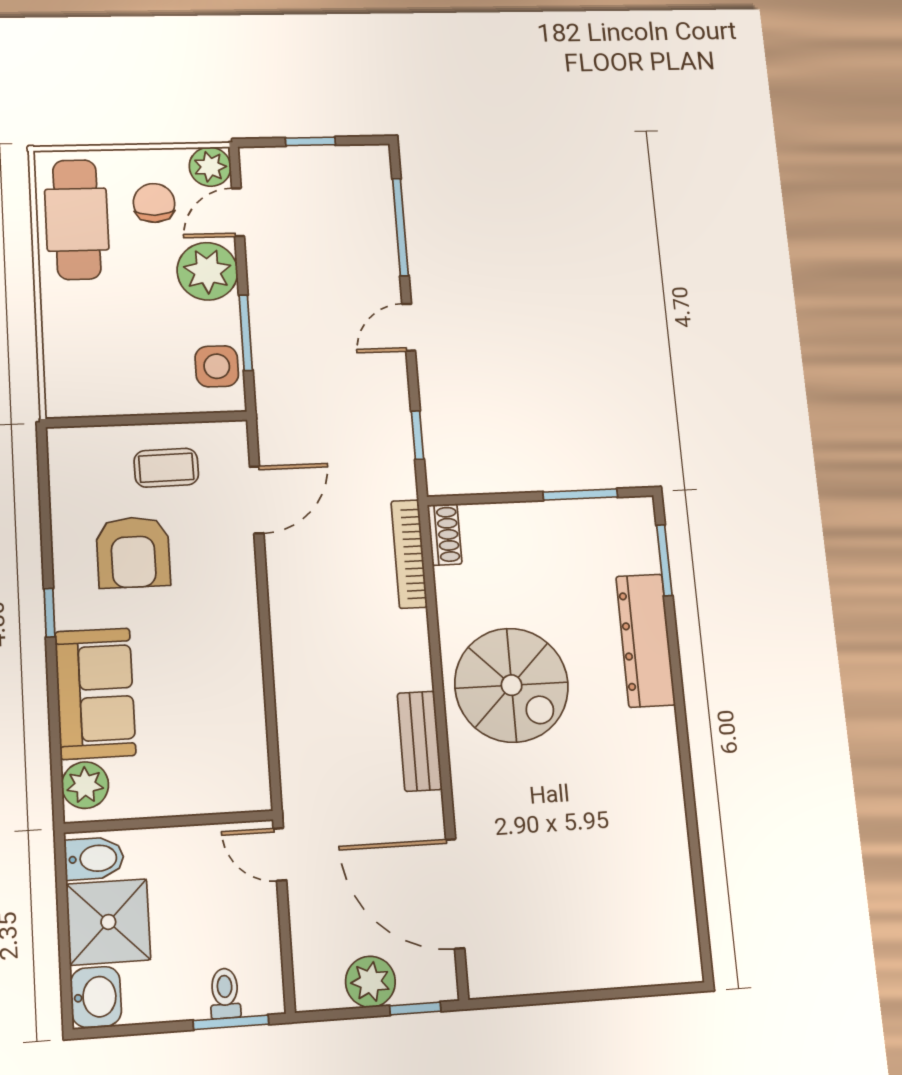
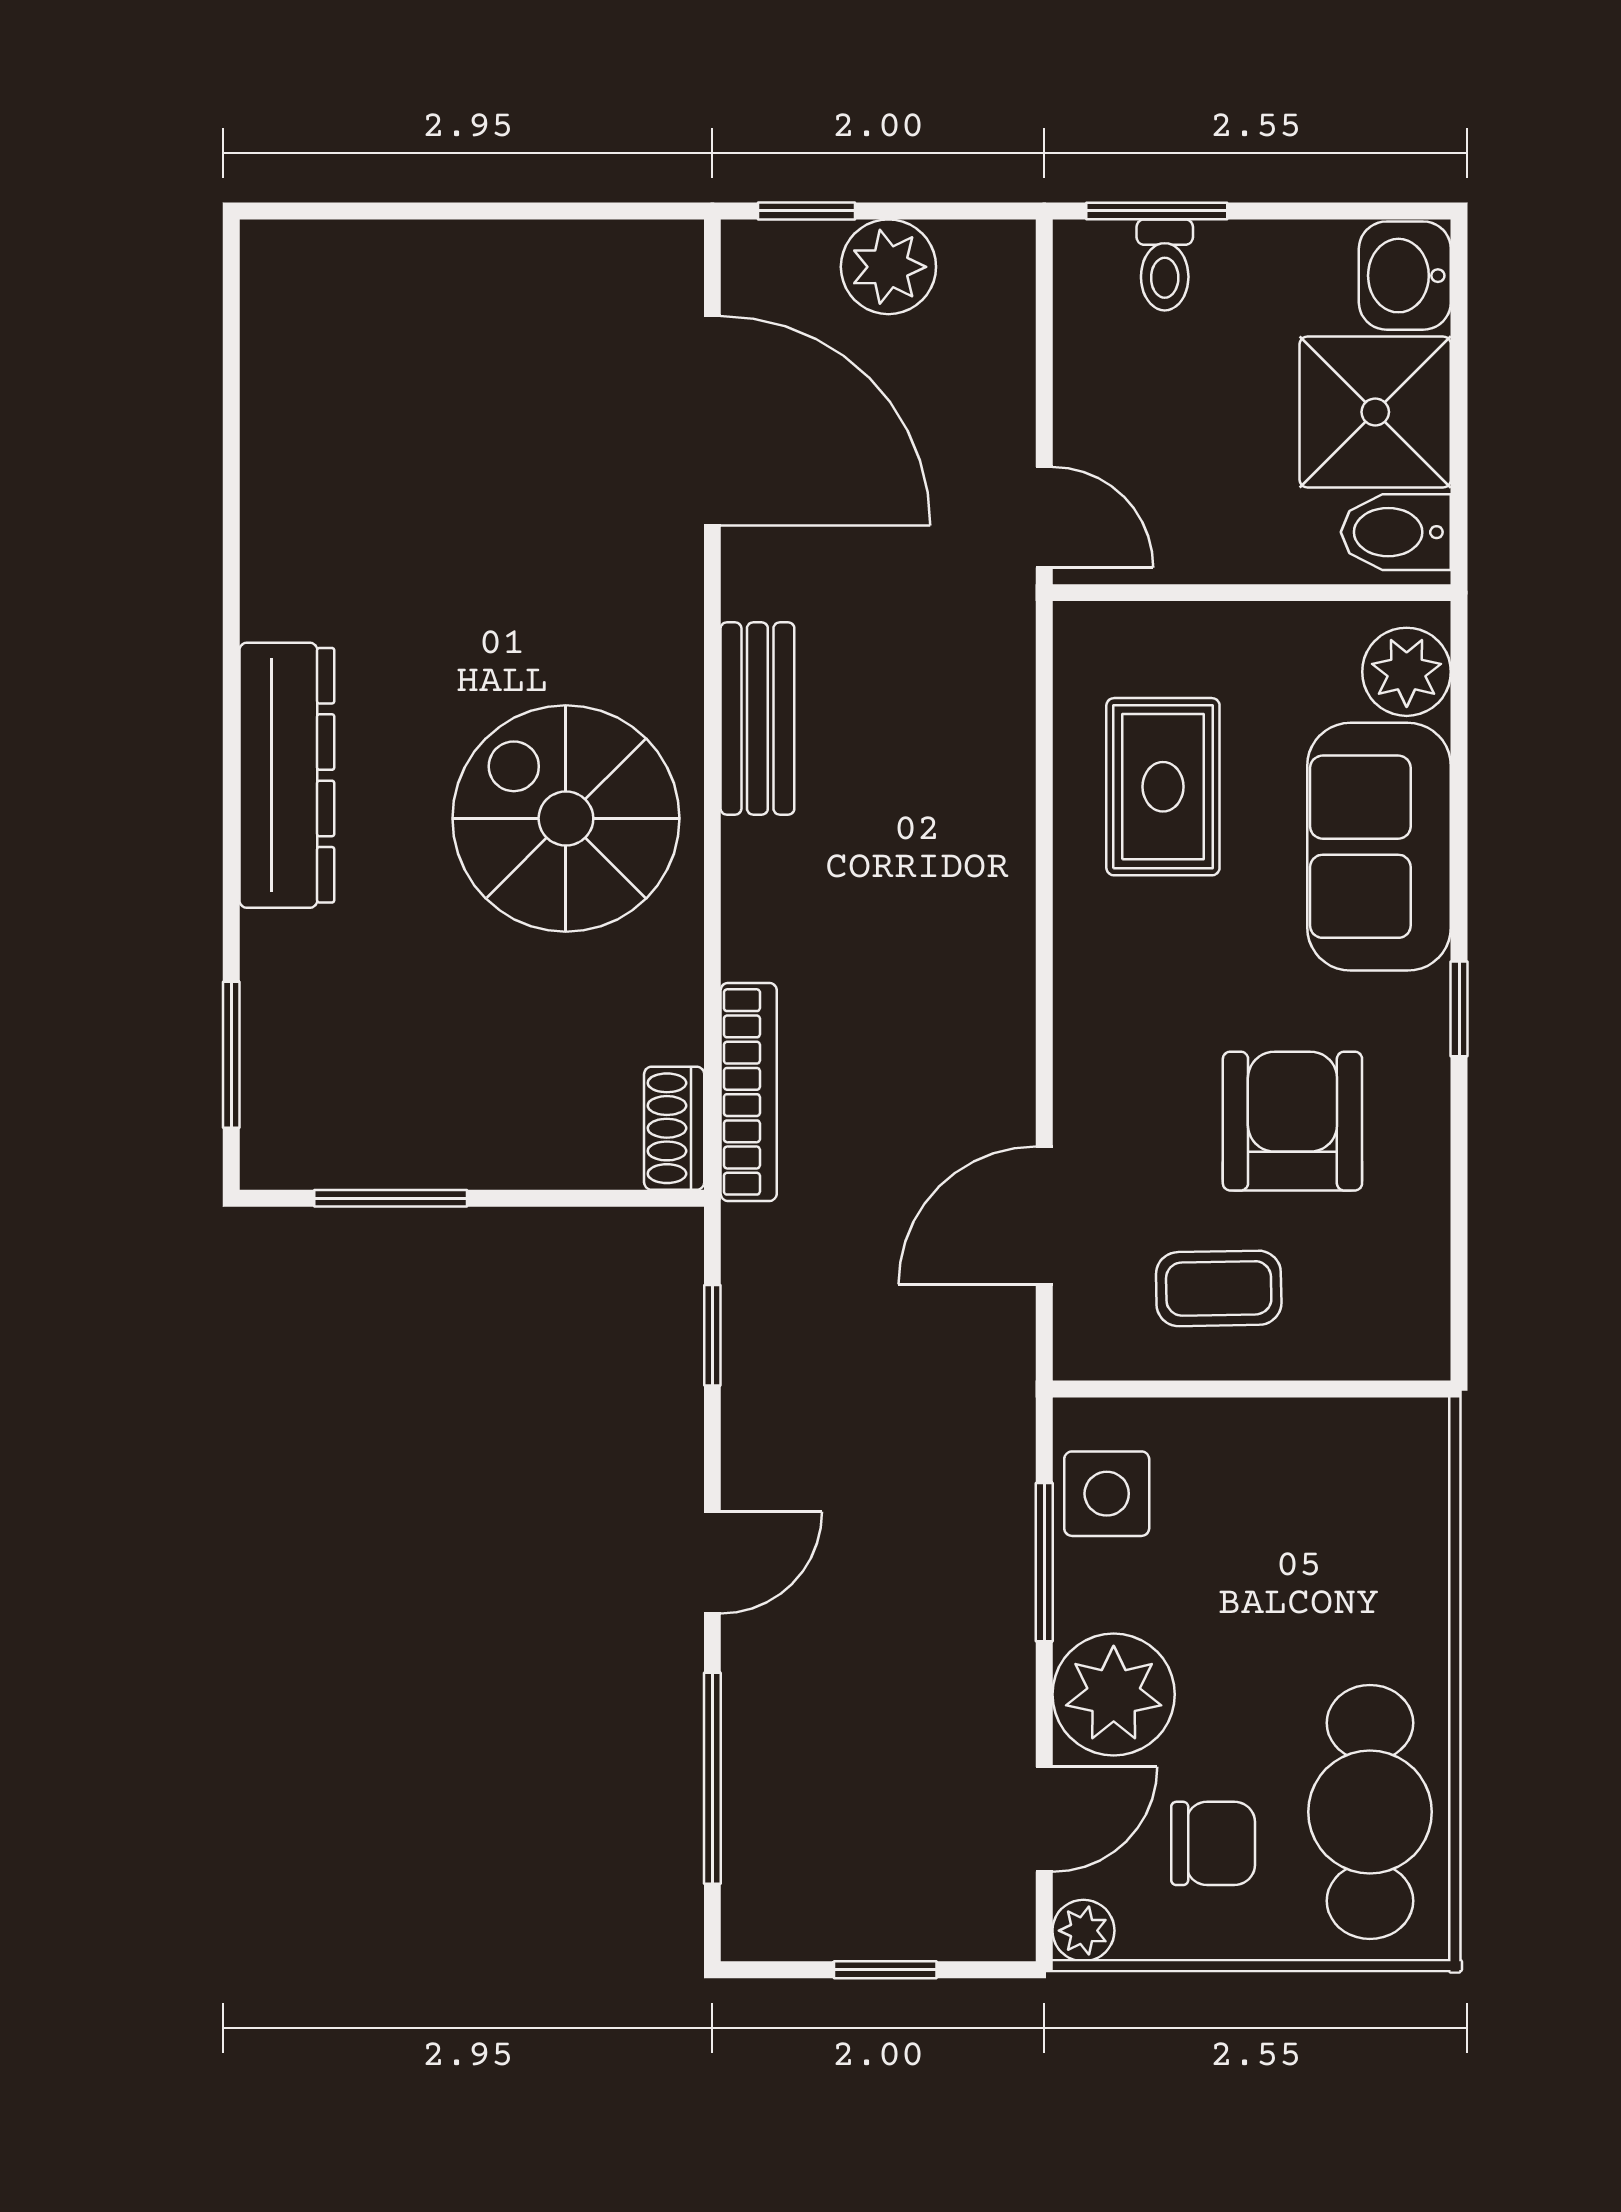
plant: (210, 167) -> (1083, 1931), width x0.73, depth x0.73
chair: (154, 203) -> (1213, 1843), turned -90
dresser: (646, 640) -> (287, 775), moved
rug: (209, 718) -> (1163, 787), added

